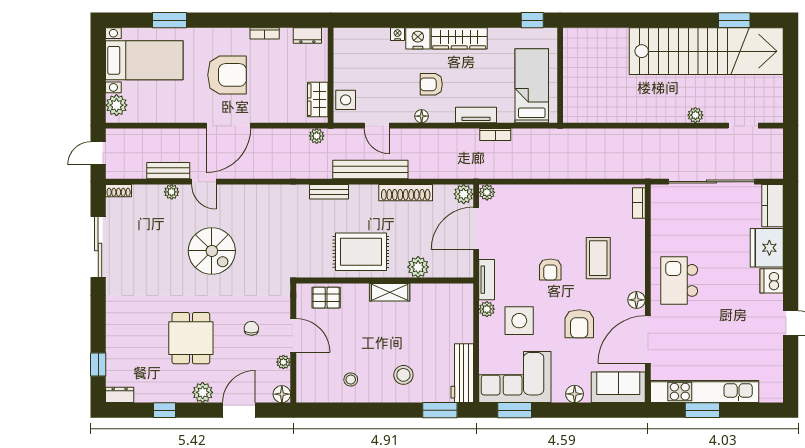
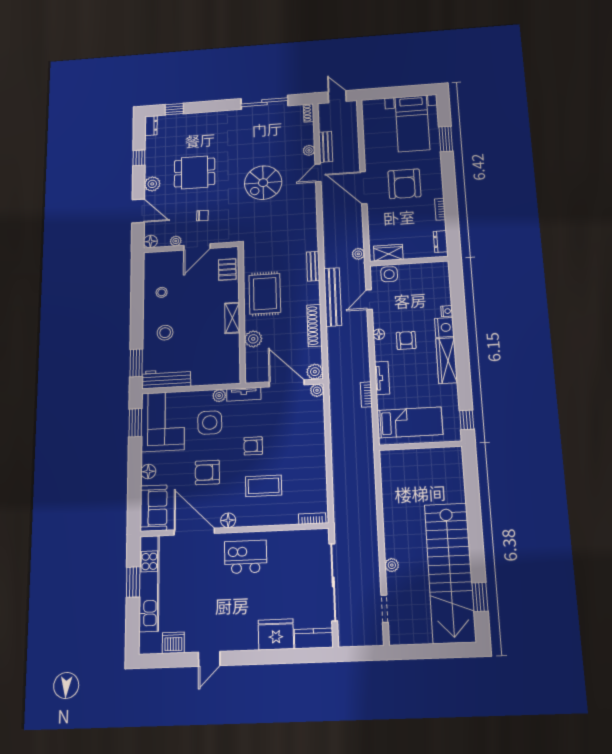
plant: (116, 105) -> (376, 106), removed
dishwasher: (772, 281) -> (173, 643), moved

